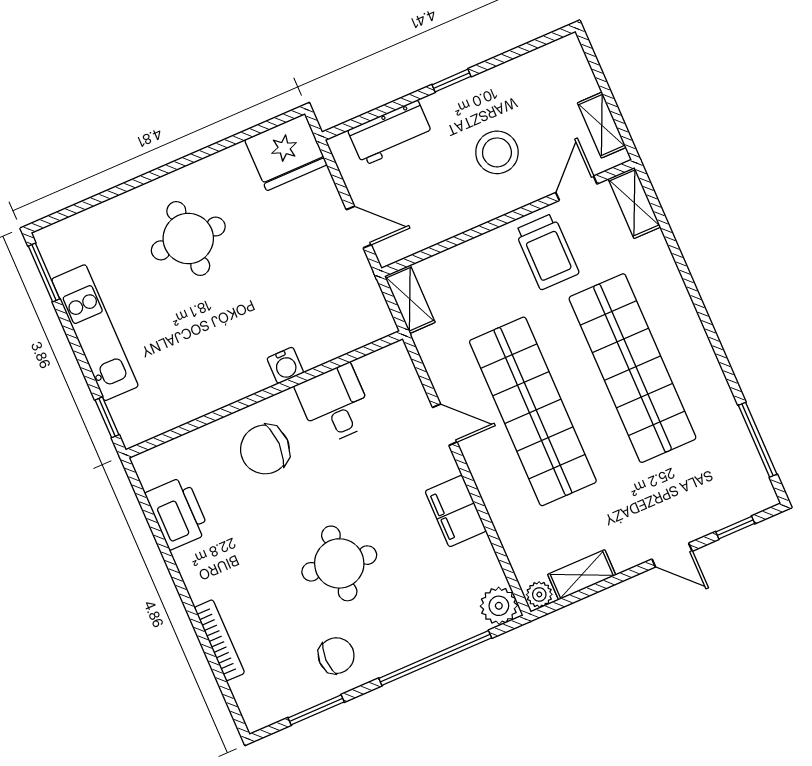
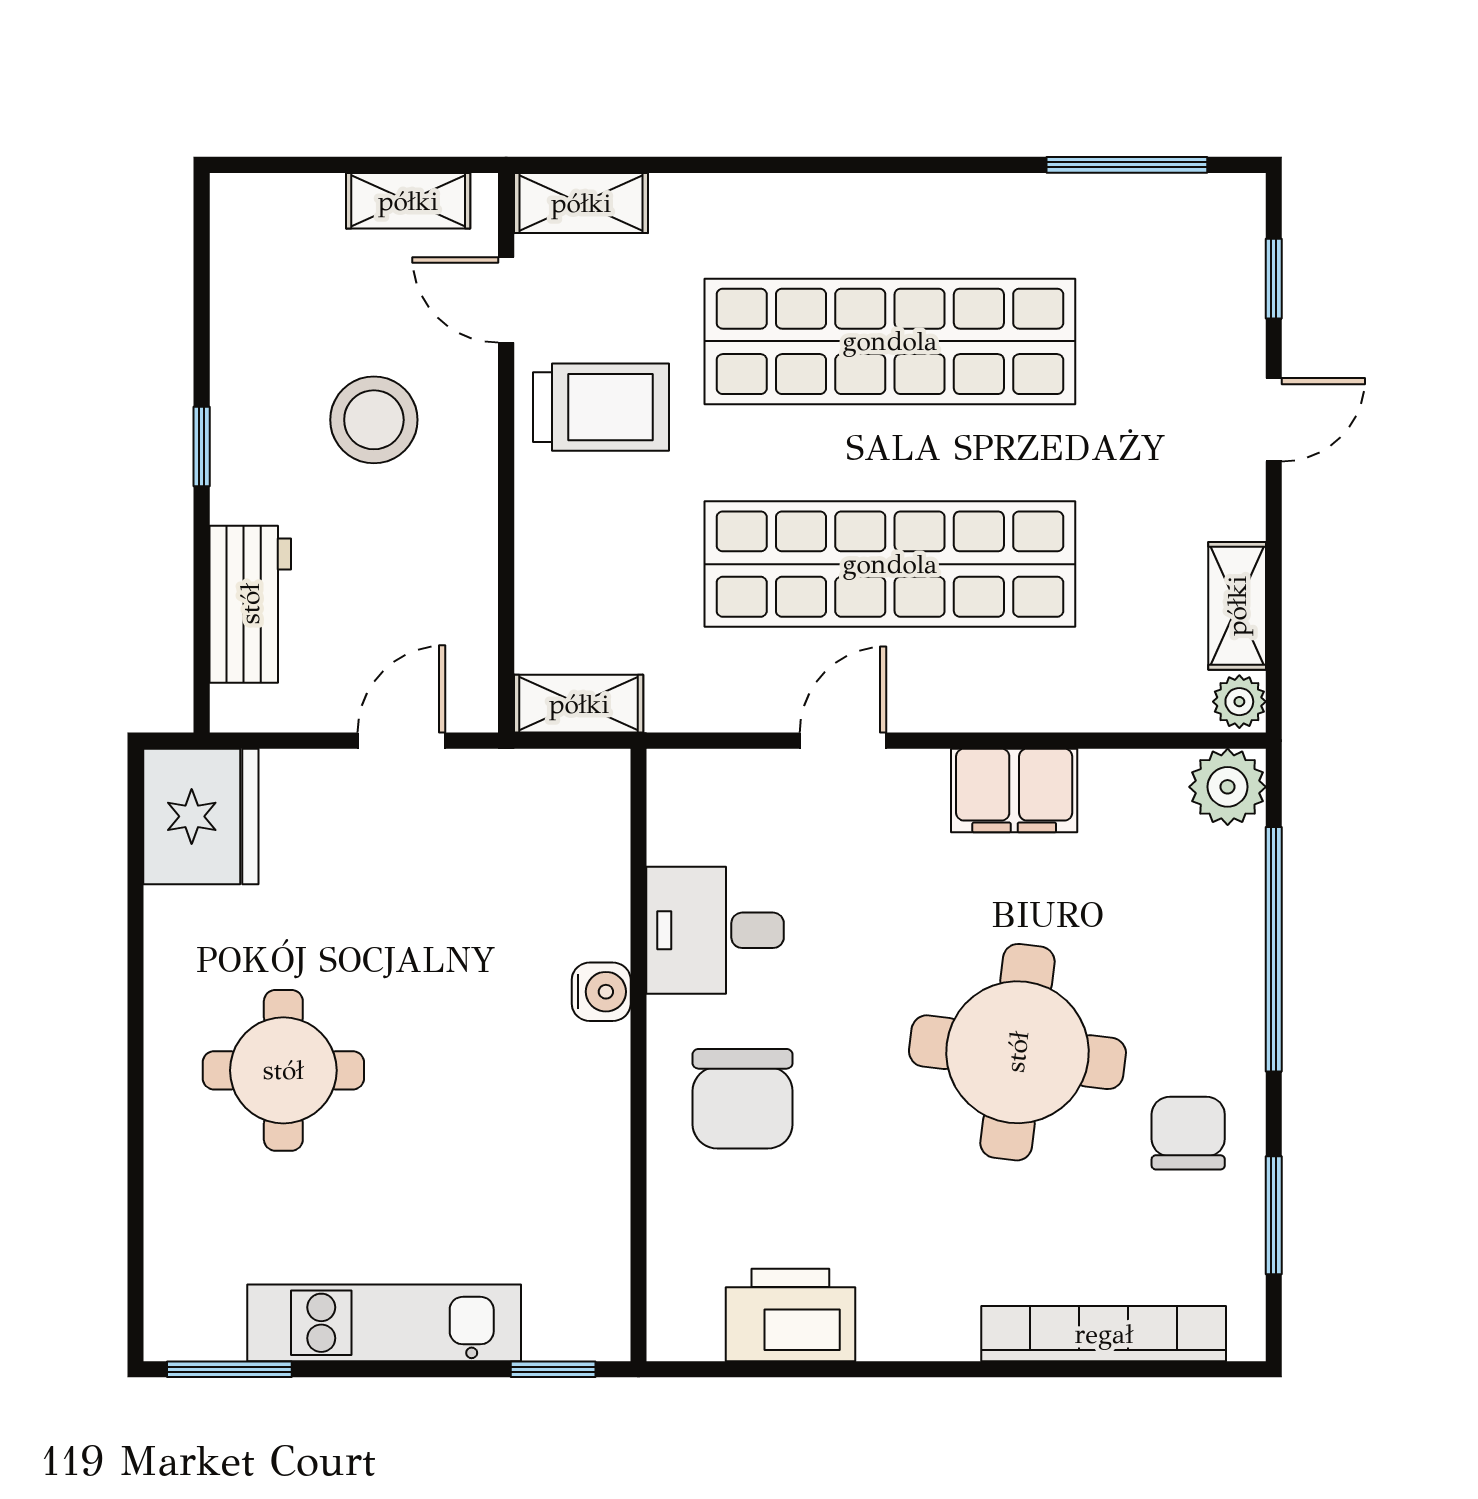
round table: (339, 563) -> (1017, 1052), width x1.36, depth x1.36
bookcase: (219, 640) -> (1104, 1334), width x1.48, depth x1.31

